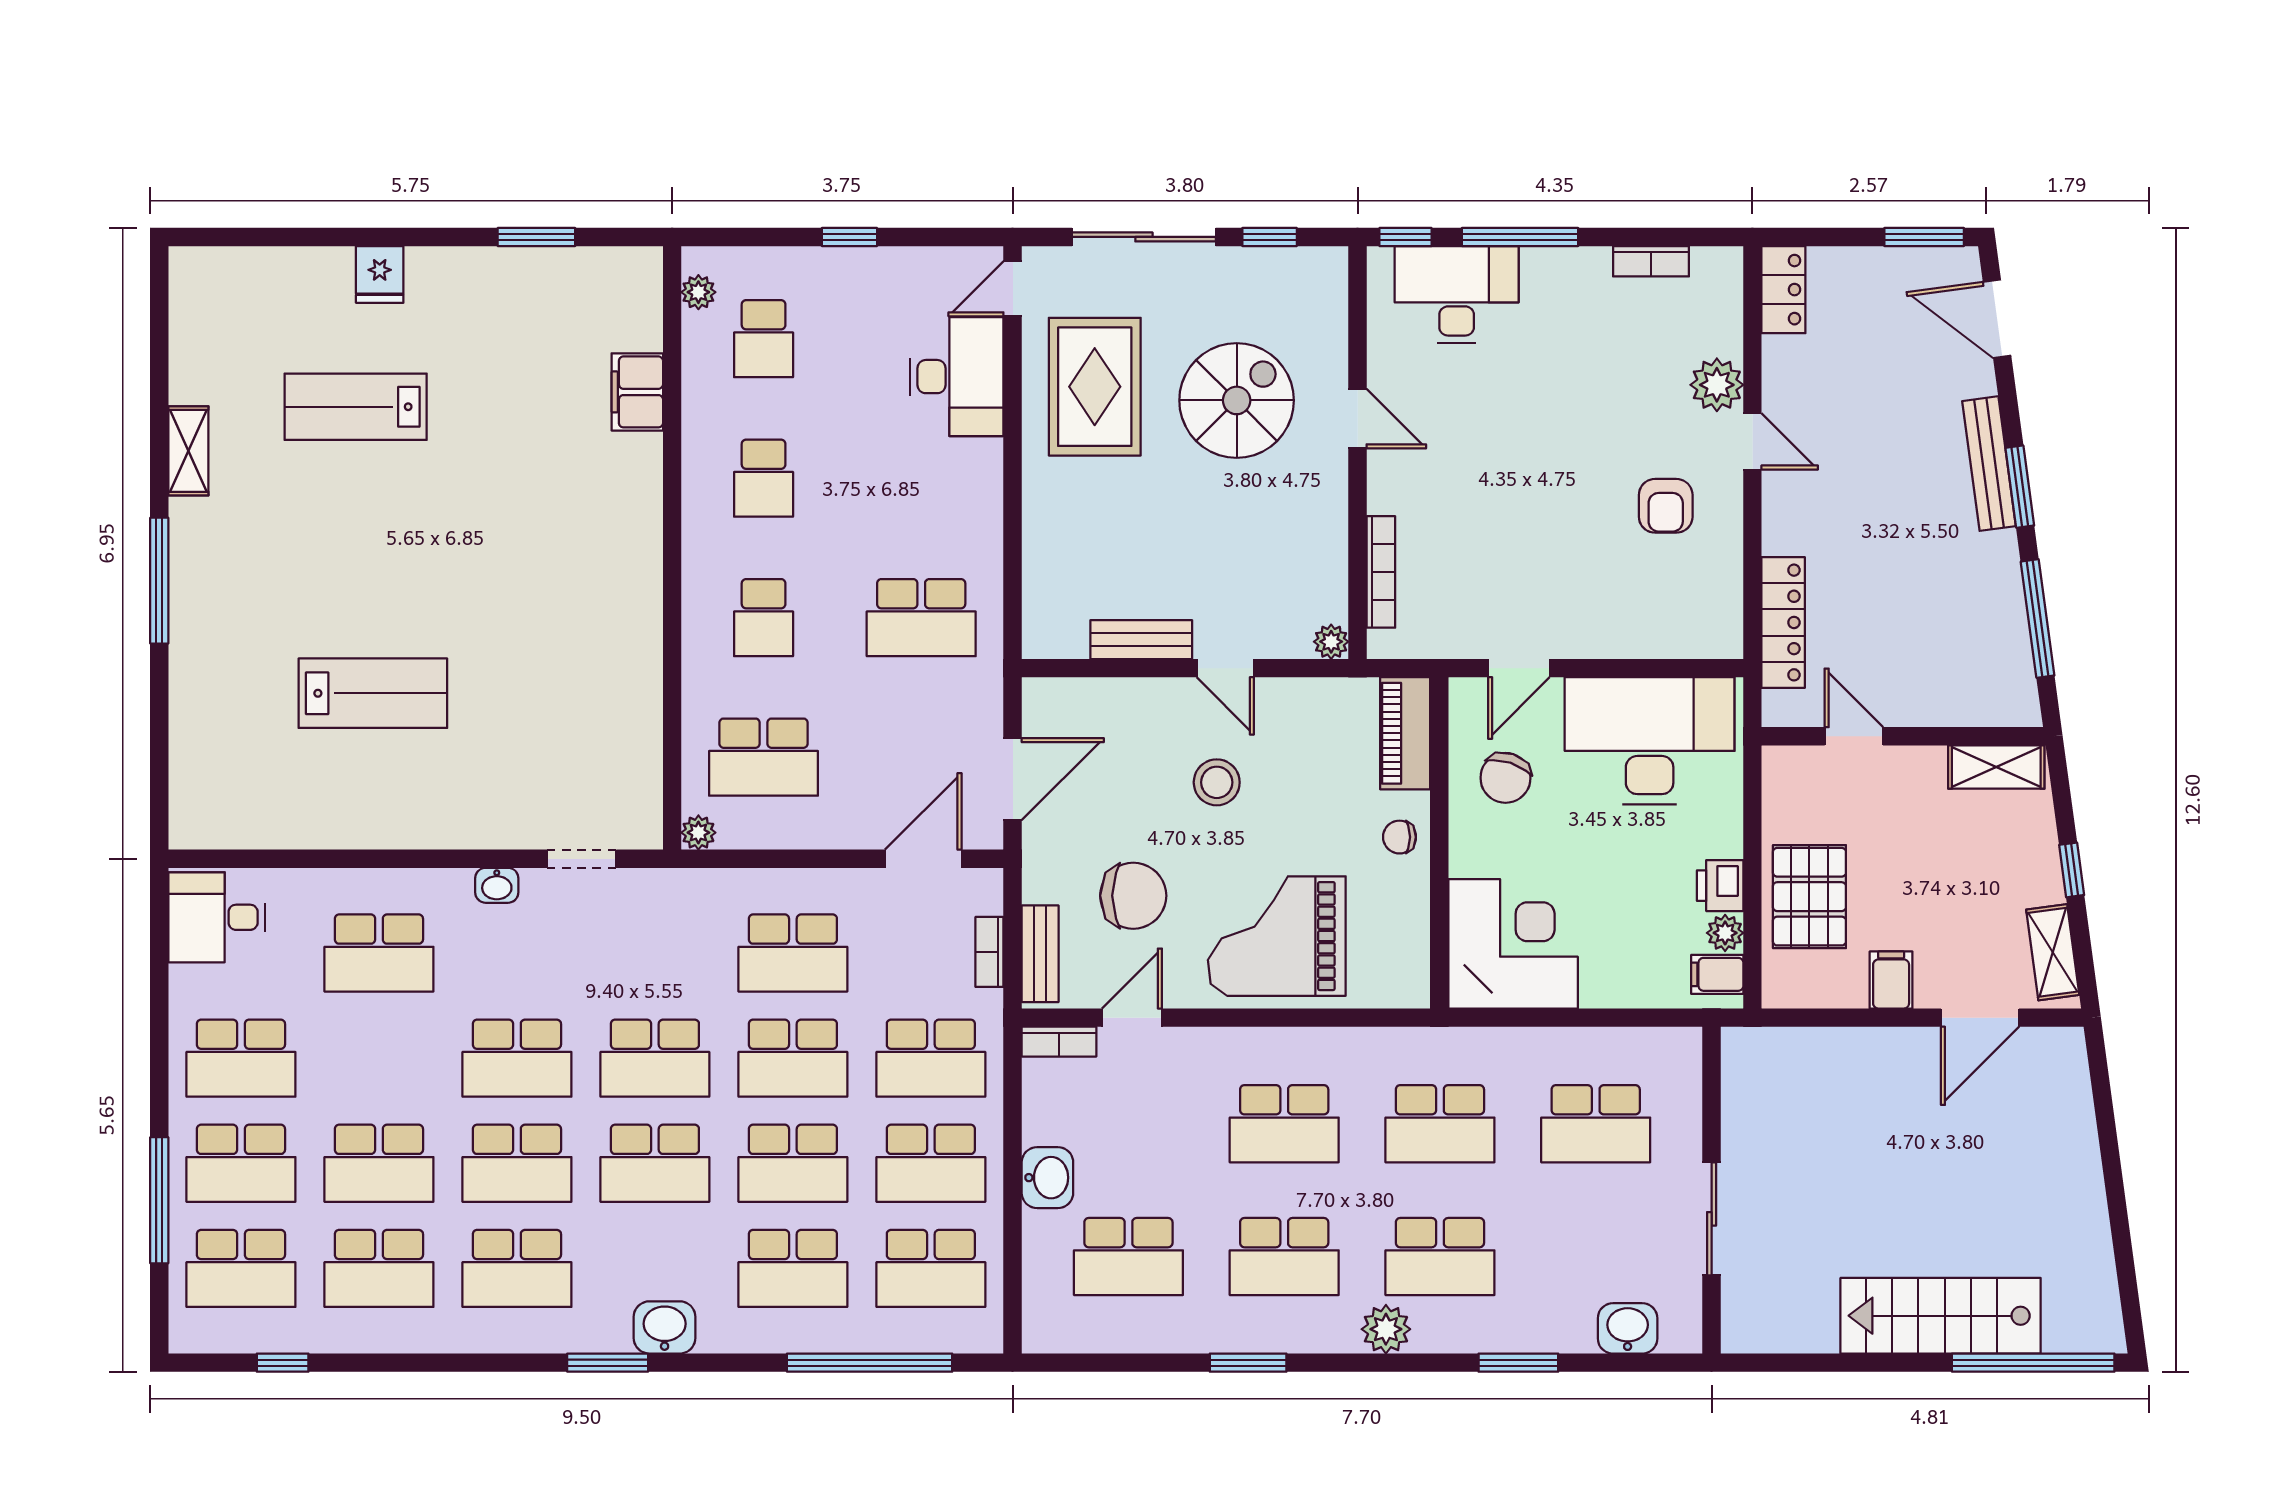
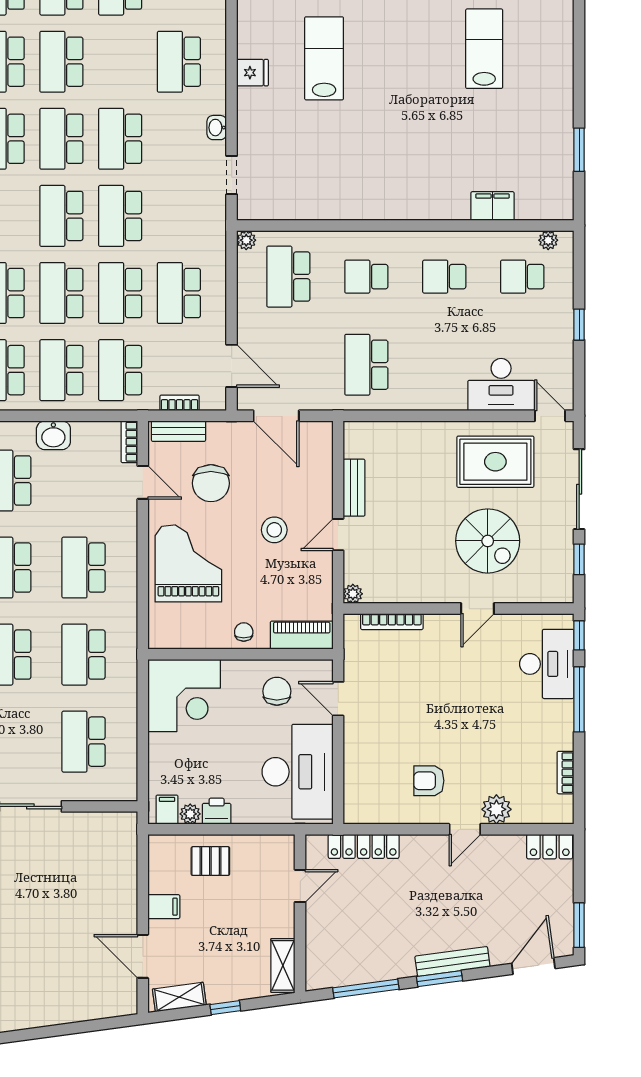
fridge: (380, 274) -> (253, 73), moved, turned 180
lab bench: (373, 693) -> (324, 58), turned 180
chair: (1505, 778) -> (277, 691), turned 72
pallet: (1809, 897) -> (210, 861), width x0.67, depth x0.71

